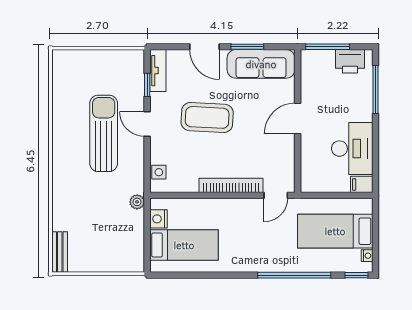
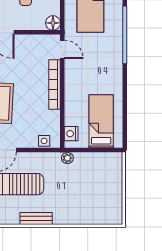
floor lamp: (310, 183) -> (53, 23), added
nightstand: (158, 219) -> (71, 134), moved, turned 90
bench: (60, 252) -> (36, 219), moved

